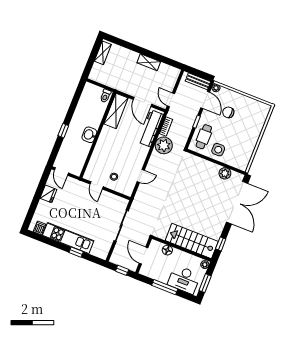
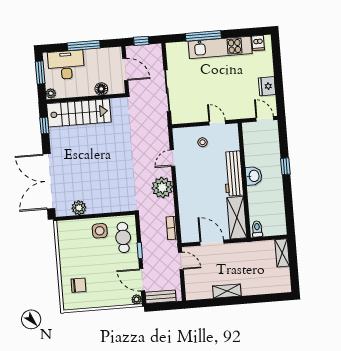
shelving: (103, 53) -> (282, 253), moved
chair: (228, 112) -> (78, 285), moved
workbench: (151, 128) -> (233, 174), moved, turned 180
plant: (164, 145) -> (162, 188), moved
window: (76, 252) -> (203, 36), width x2.17

